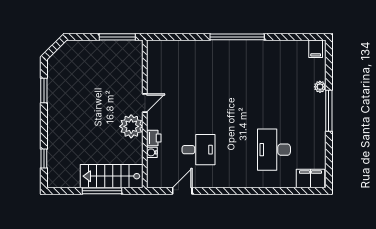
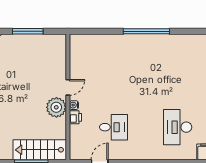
window: (117, 37) -> (28, 31), moved
water cooler: (152, 152) -> (74, 105), moved

